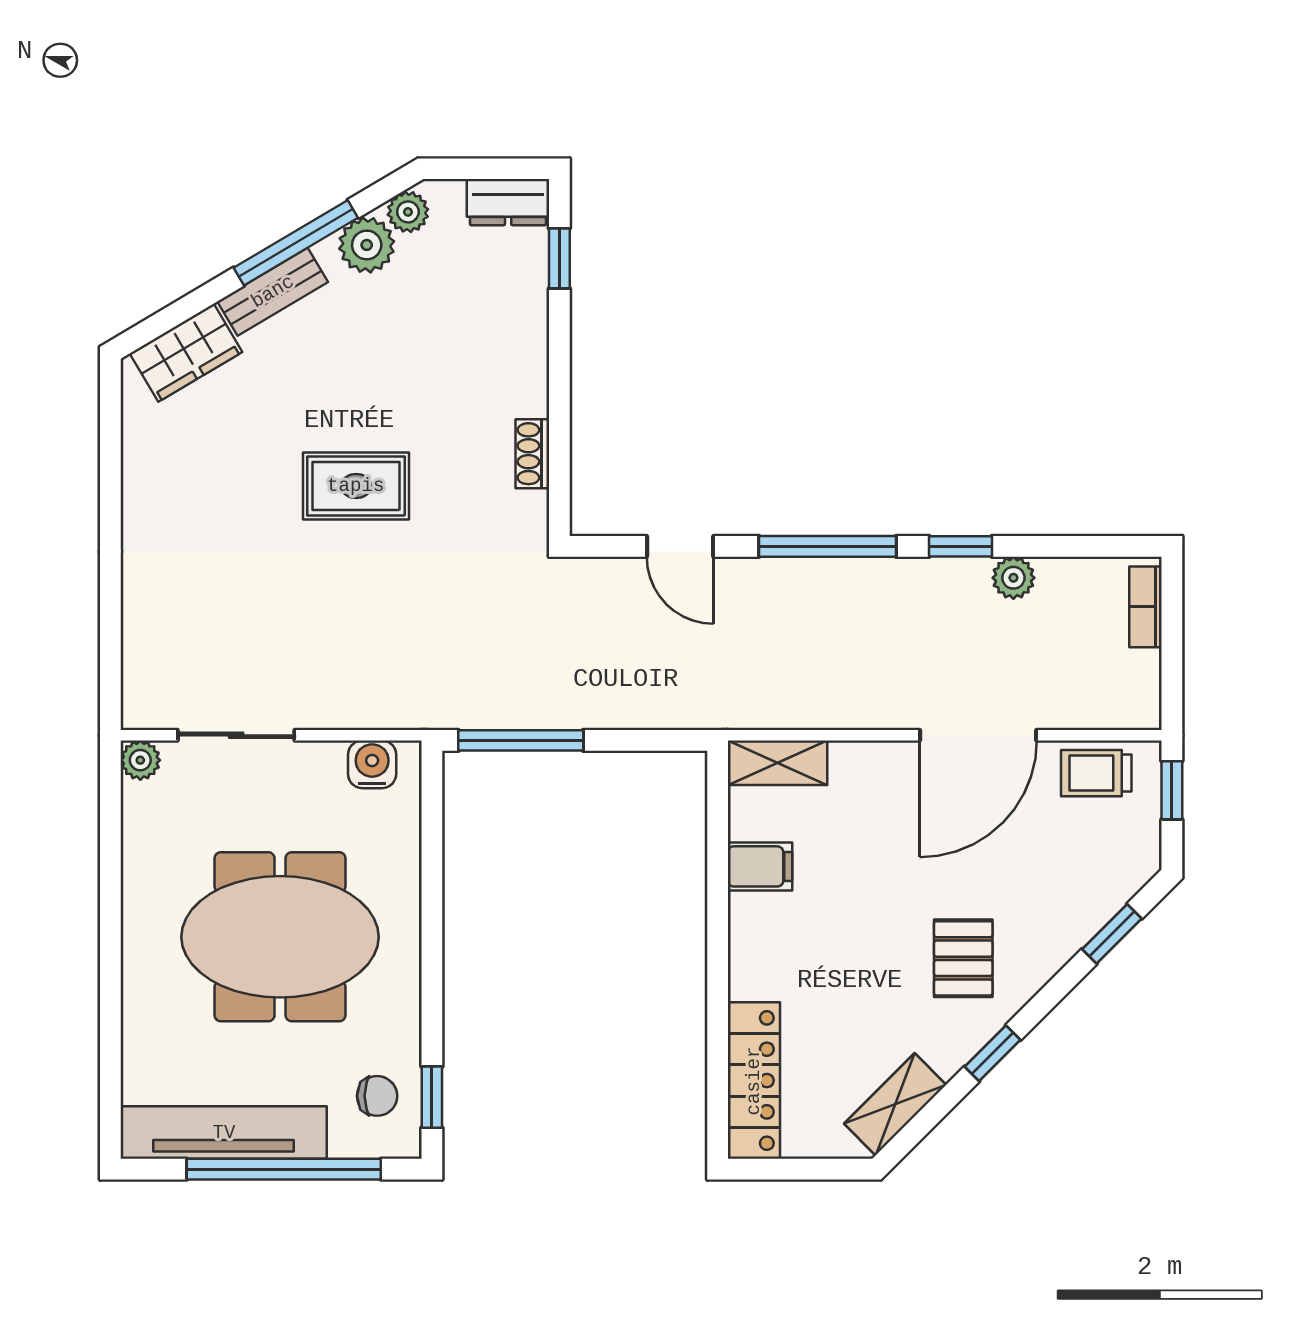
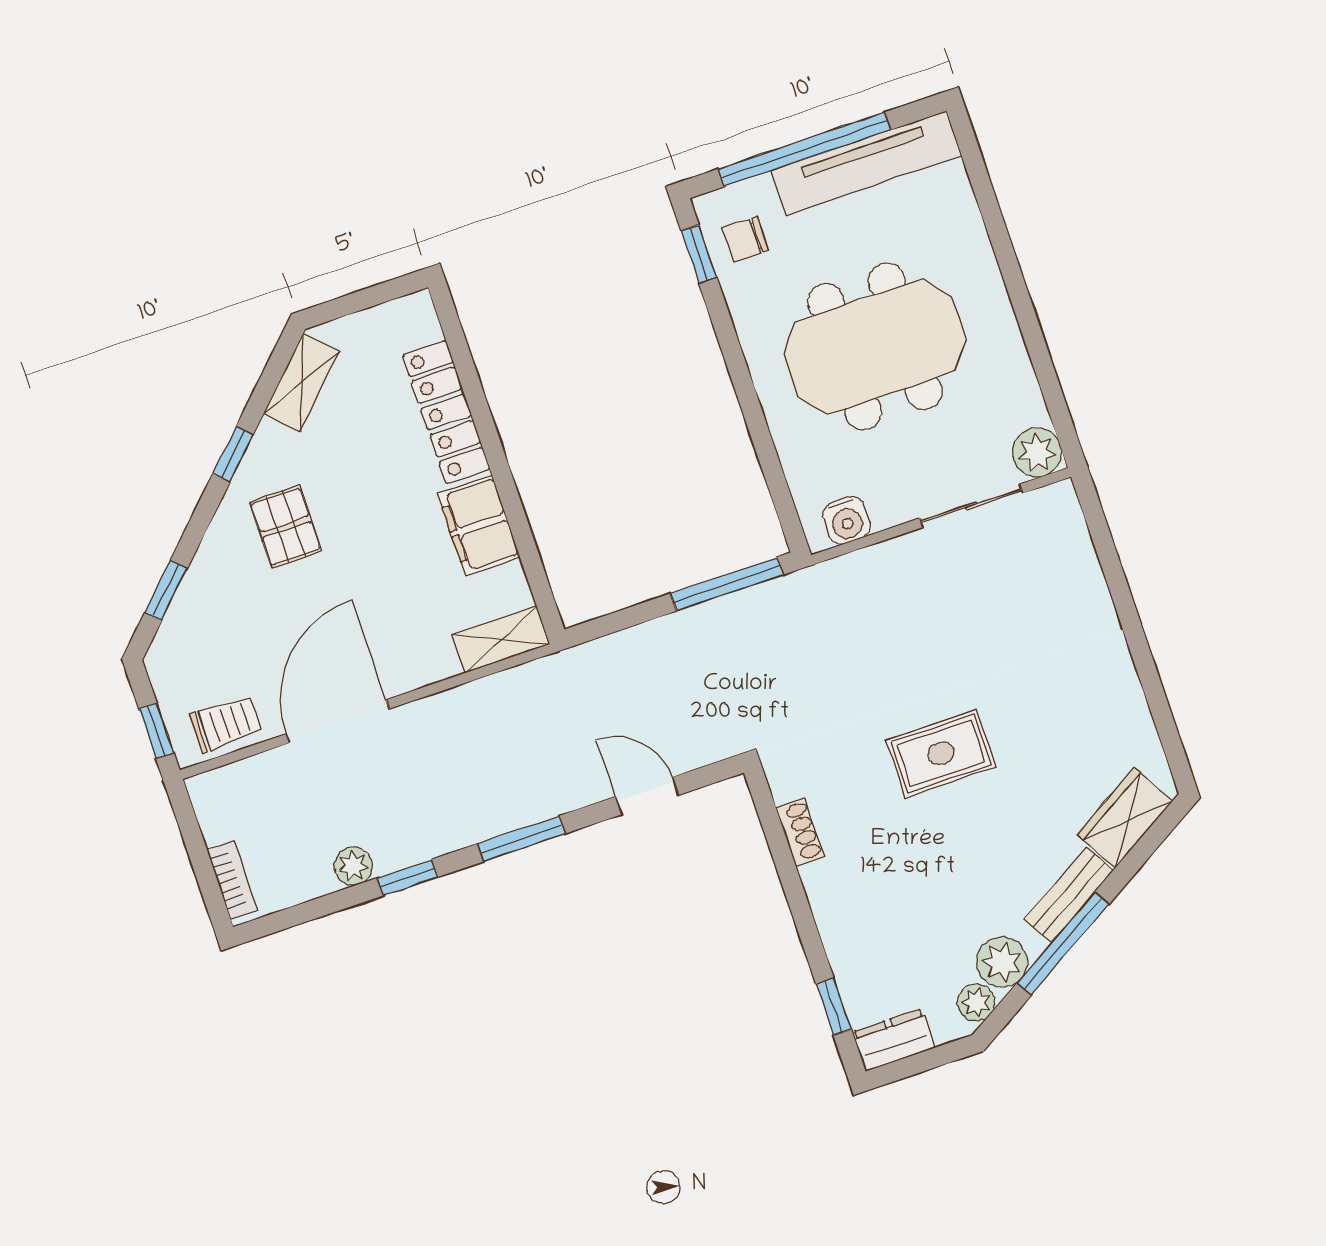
window: (828, 546) -> (521, 839), width x0.69
plant: (140, 760) -> (1037, 453), width x1.38, depth x1.38
filing cabinet: (760, 866) -> (479, 525), width x2.00
locker: (754, 1081) -> (446, 412), moved

